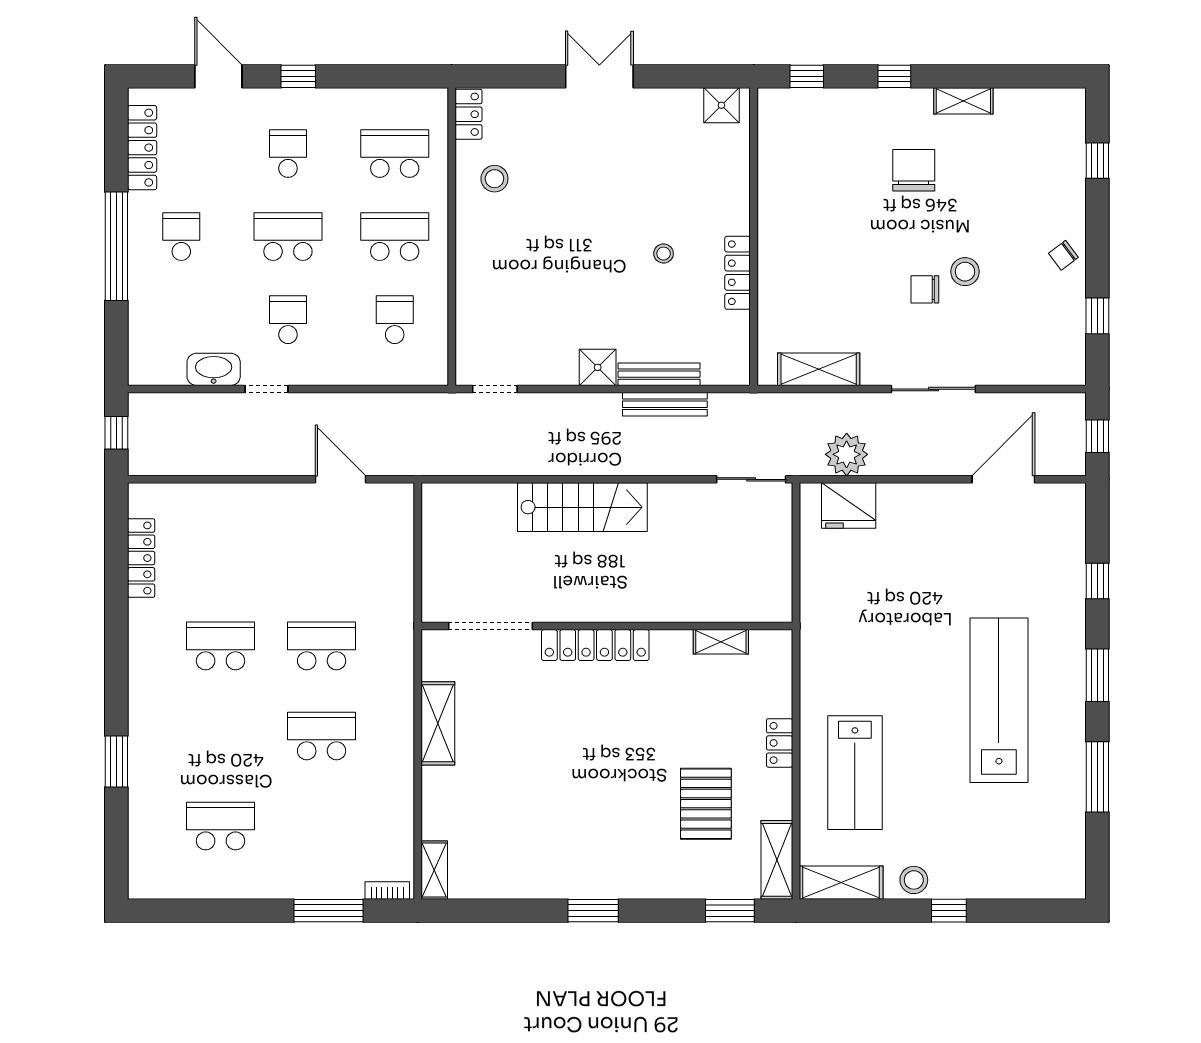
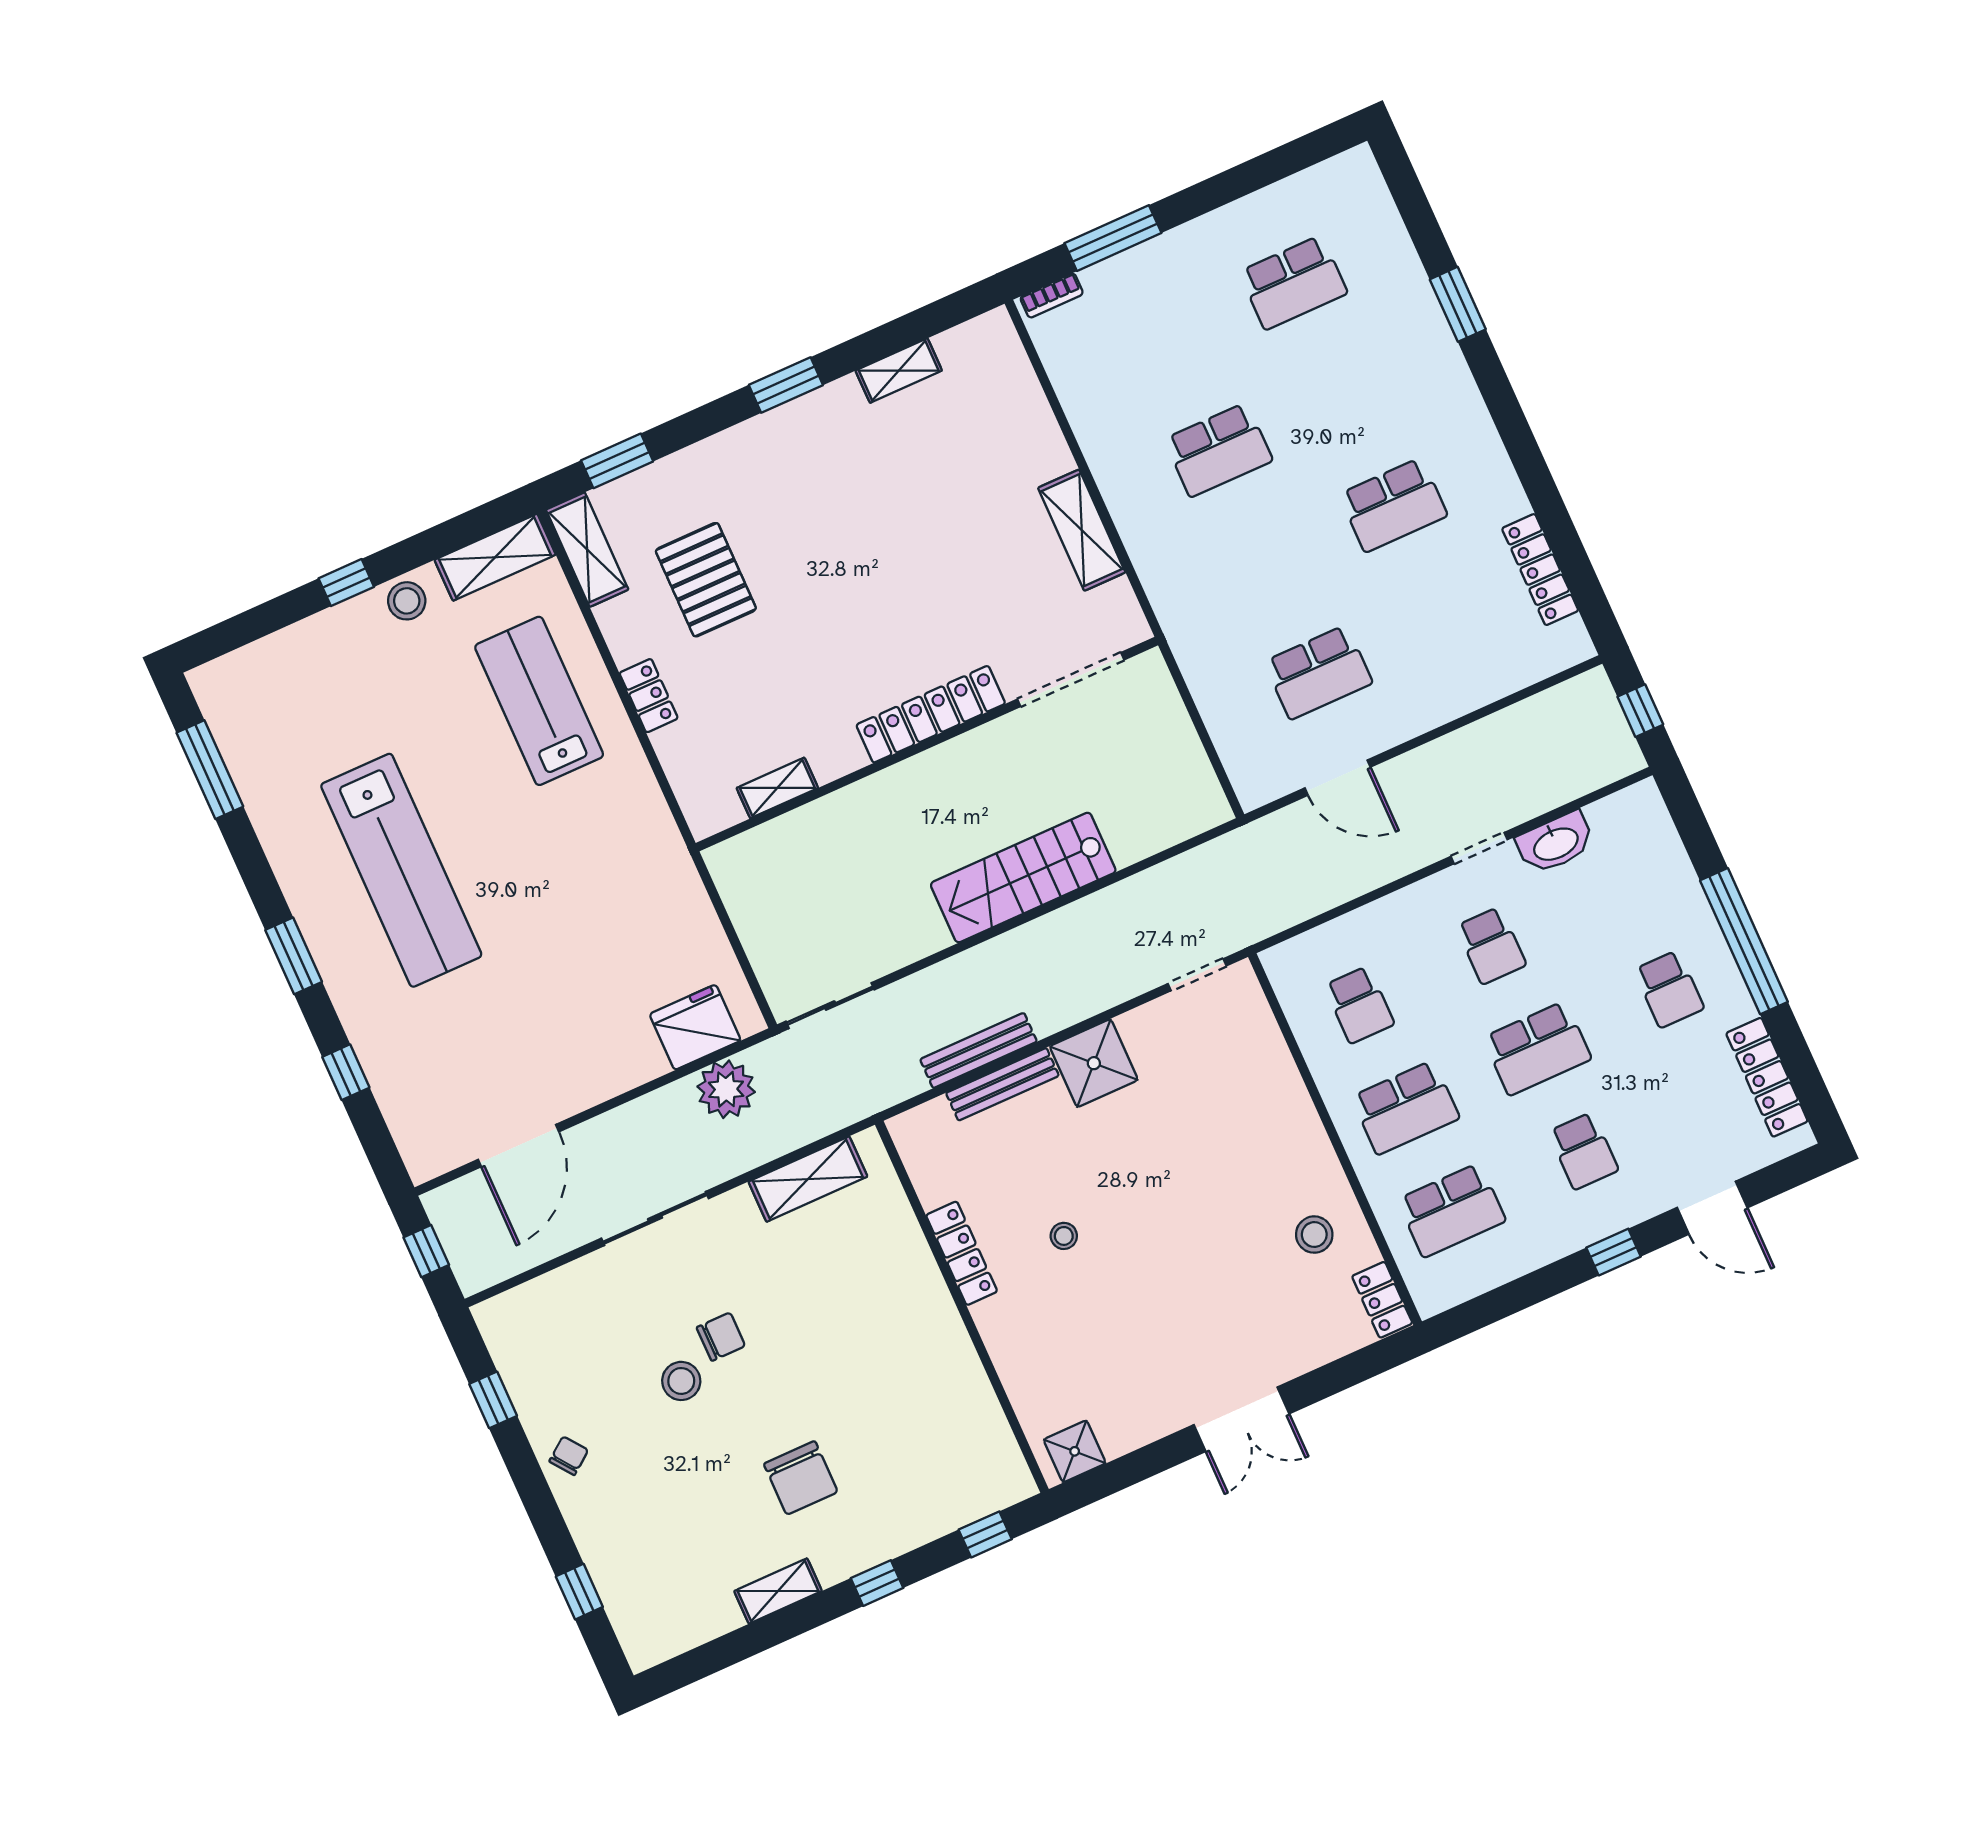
shower: (598, 367) -> (1094, 1063), width x1.36, depth x1.36
school desk: (322, 646) -> (1318, 672), moved
window: (1097, 777) -> (210, 770), moved
shelving: (434, 870) -> (899, 371), moved, turned 90

